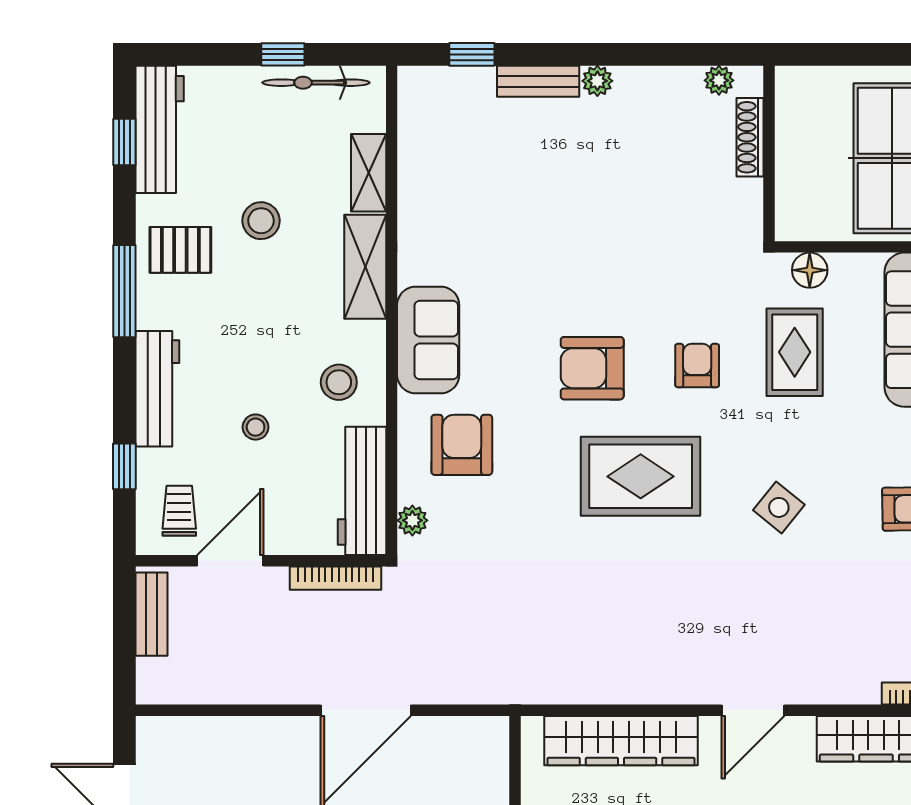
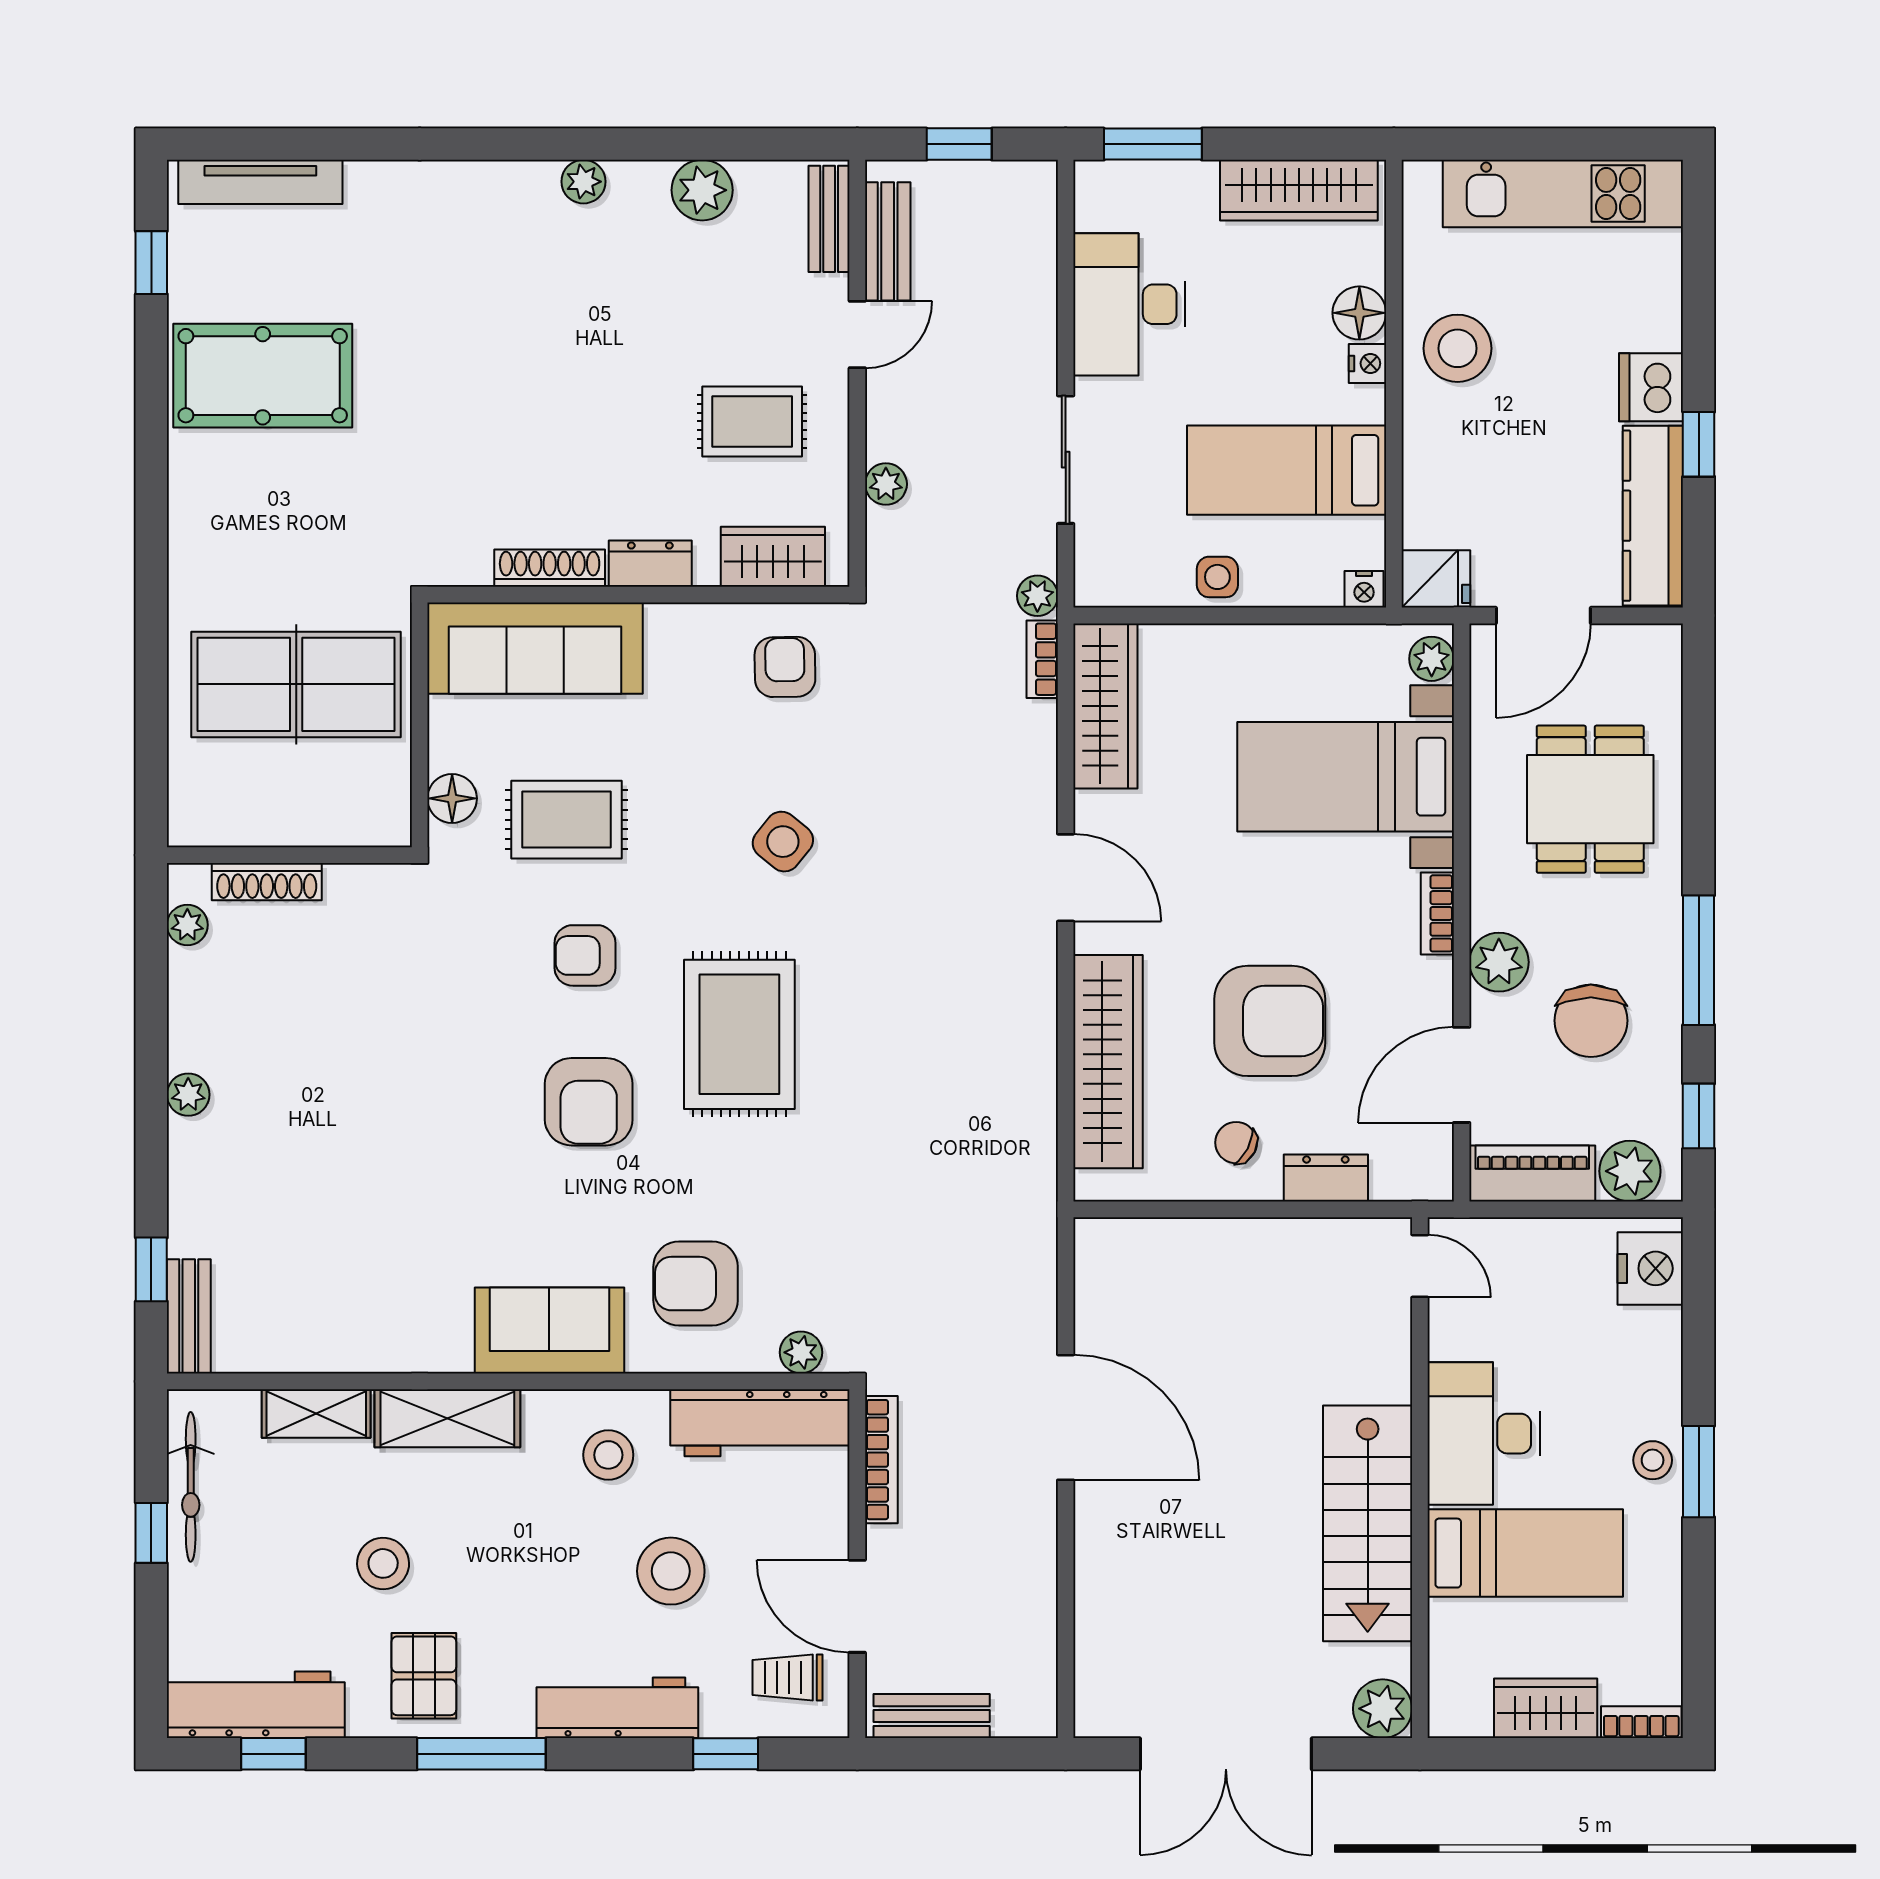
bench: (538, 81) -> (189, 1316), moved
stool: (256, 427) -> (671, 1571), width x1.89, depth x1.89

